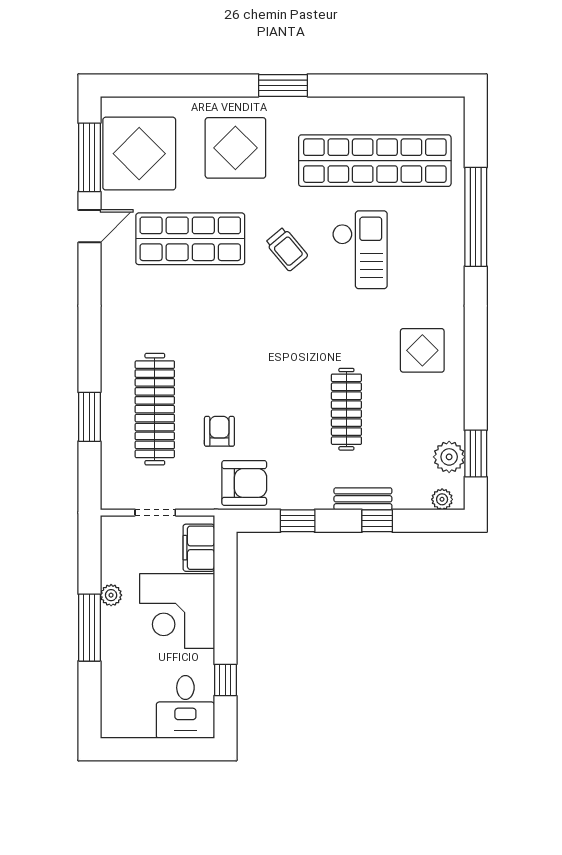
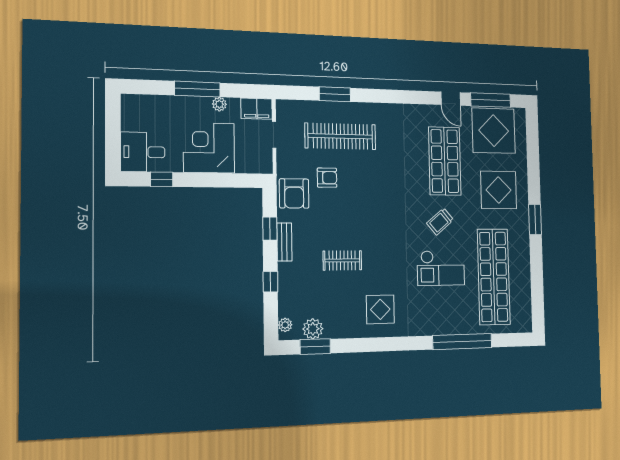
clothes rail: (346, 409) -> (342, 260), width x0.73
bench: (363, 499) -> (284, 242), moved
filing cabinet: (199, 548) -> (257, 109), moved, turned 180

